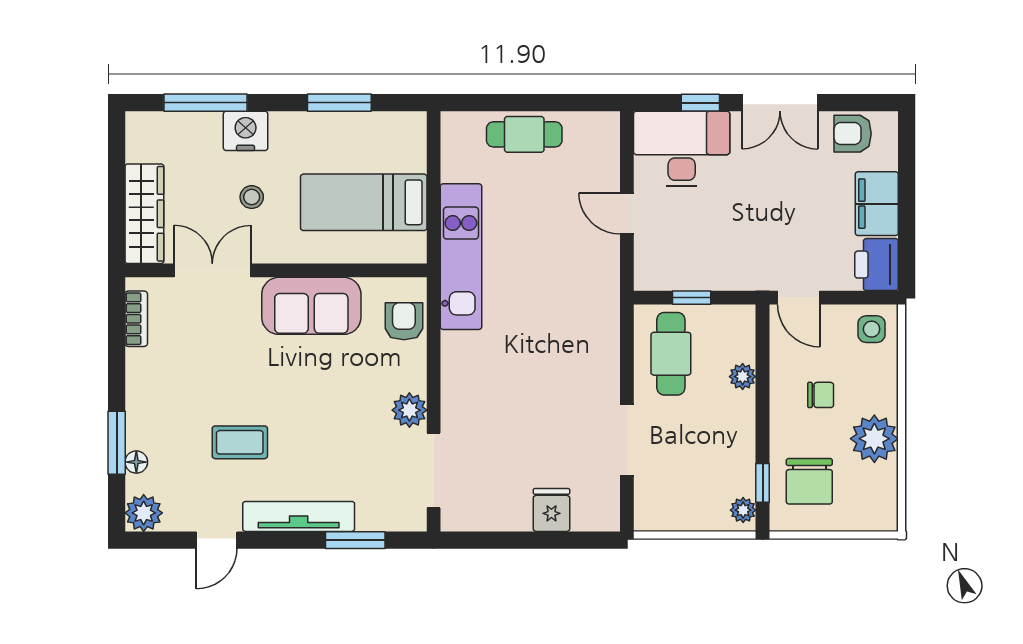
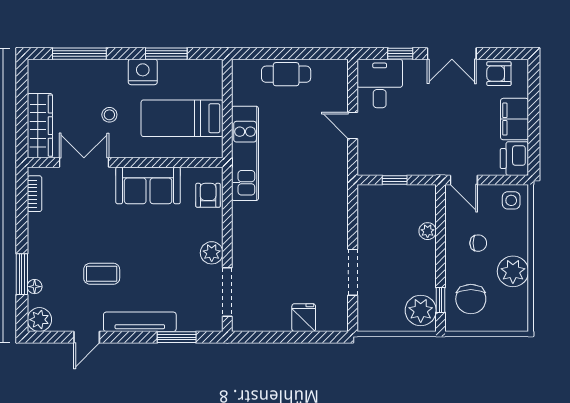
nightstand: (246, 131) -> (143, 72), moved
desk: (682, 149) -> (380, 84), width x0.73
cafe table: (671, 354) -> (381, 216), removed
plant: (743, 510) -> (421, 310), width x1.87, depth x1.87

